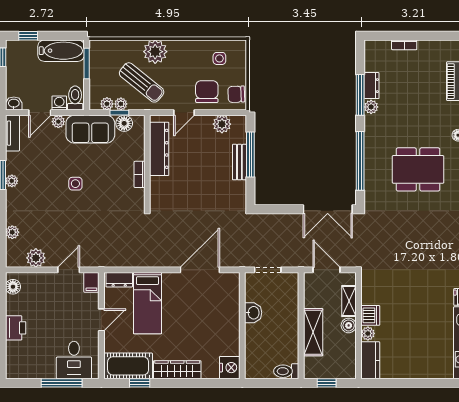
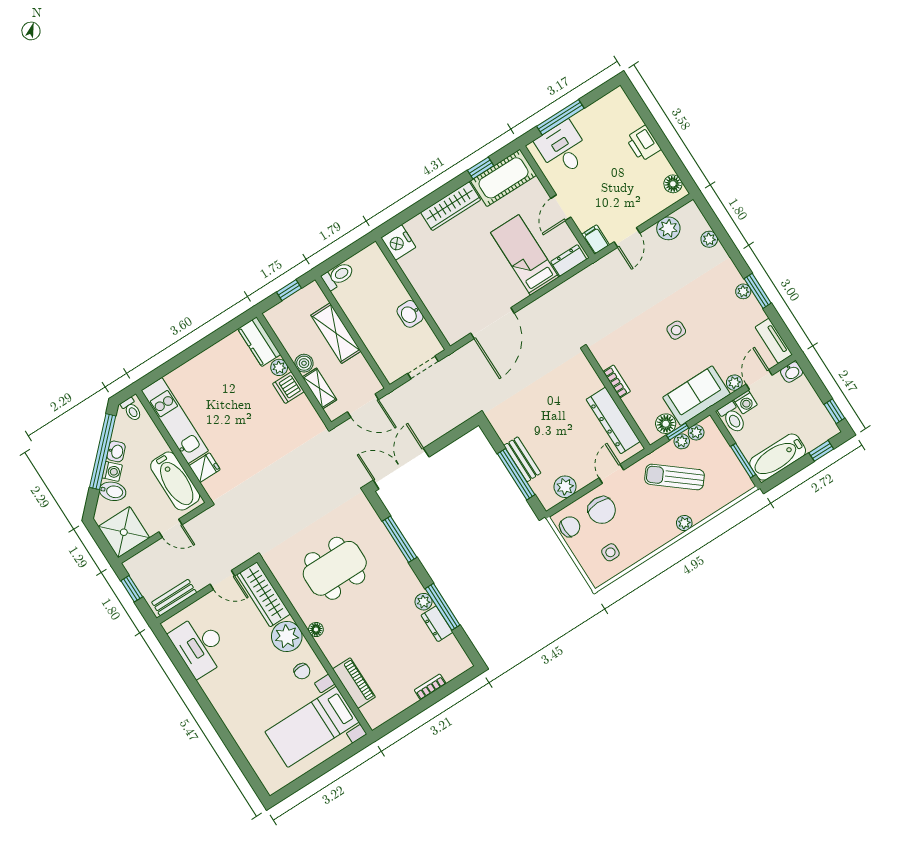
plant: (155, 52) -> (684, 523), width x0.53, depth x0.53
window: (360, 161) -> (400, 539), width x0.68

